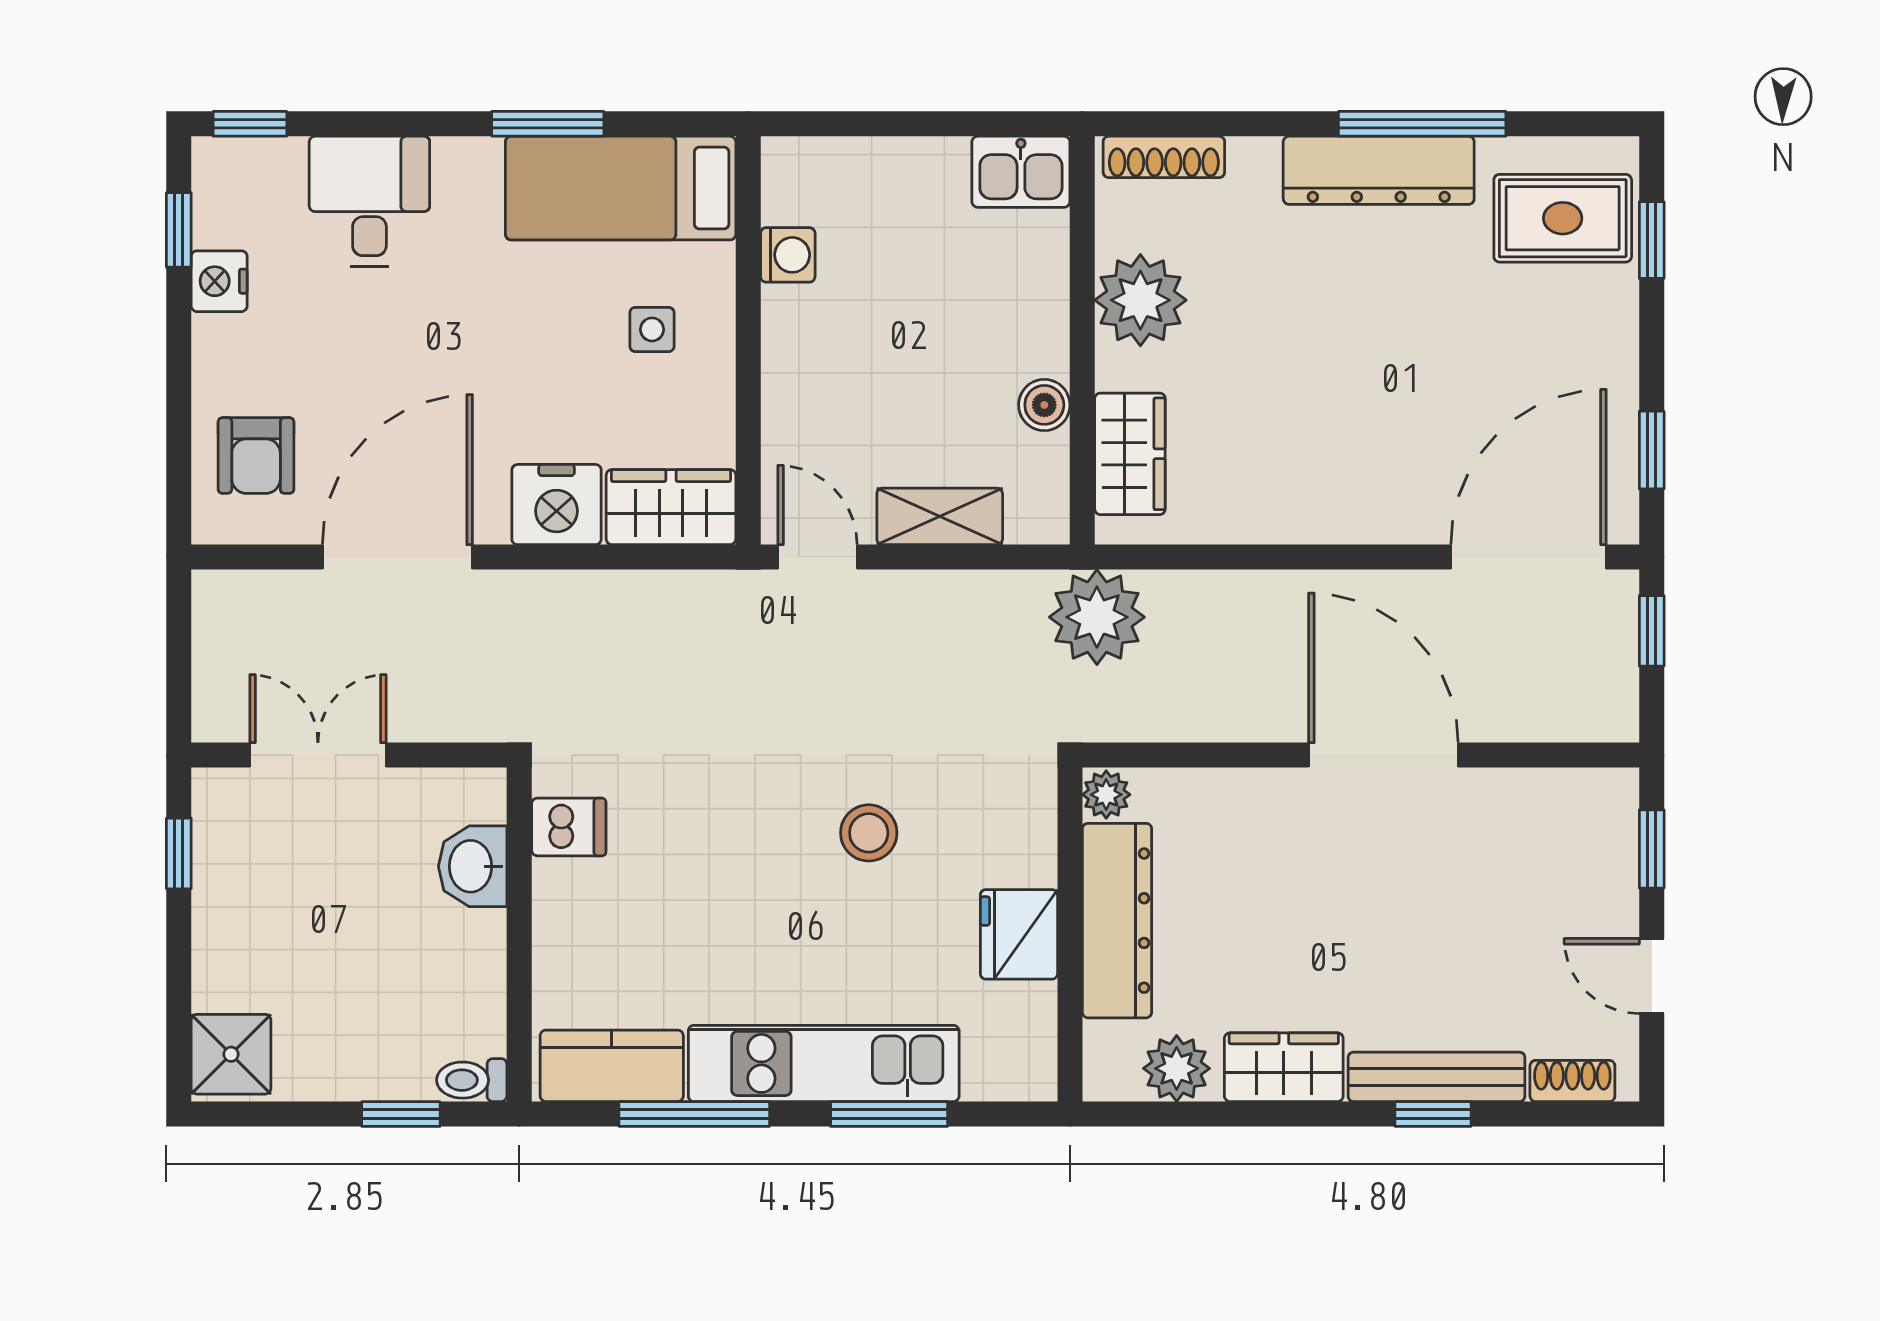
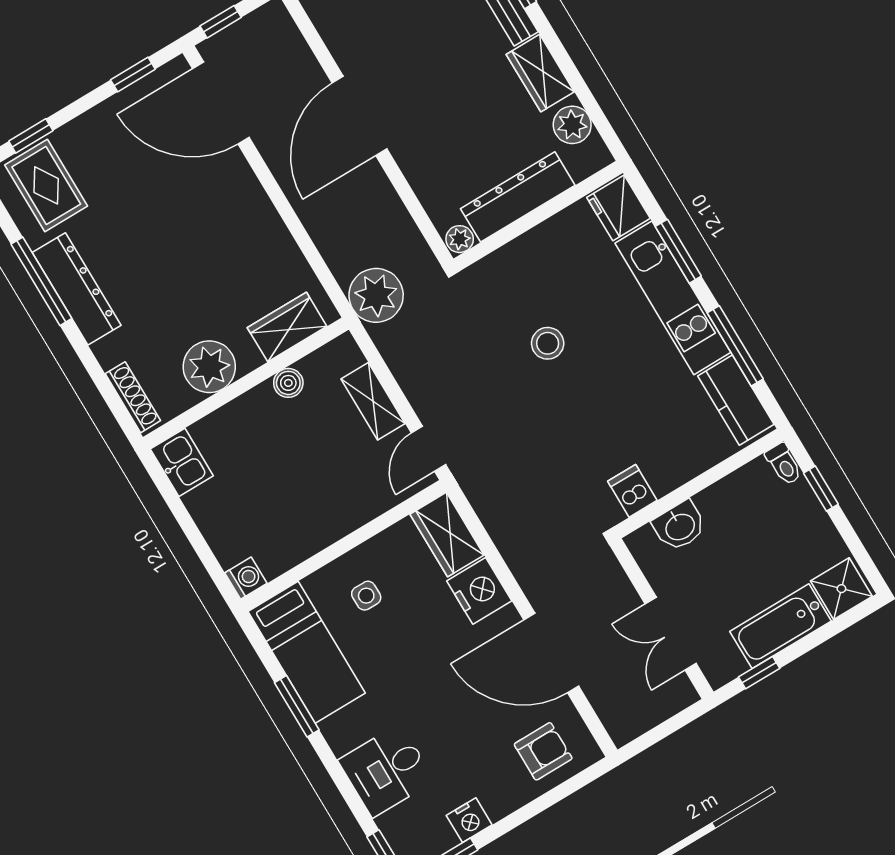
washing machine: (788, 255) -> (246, 578), moved, turned 90
bathtub: (230, 928) -> (780, 626), added
fridge: (1019, 934) -> (619, 208), moved, turned 90

